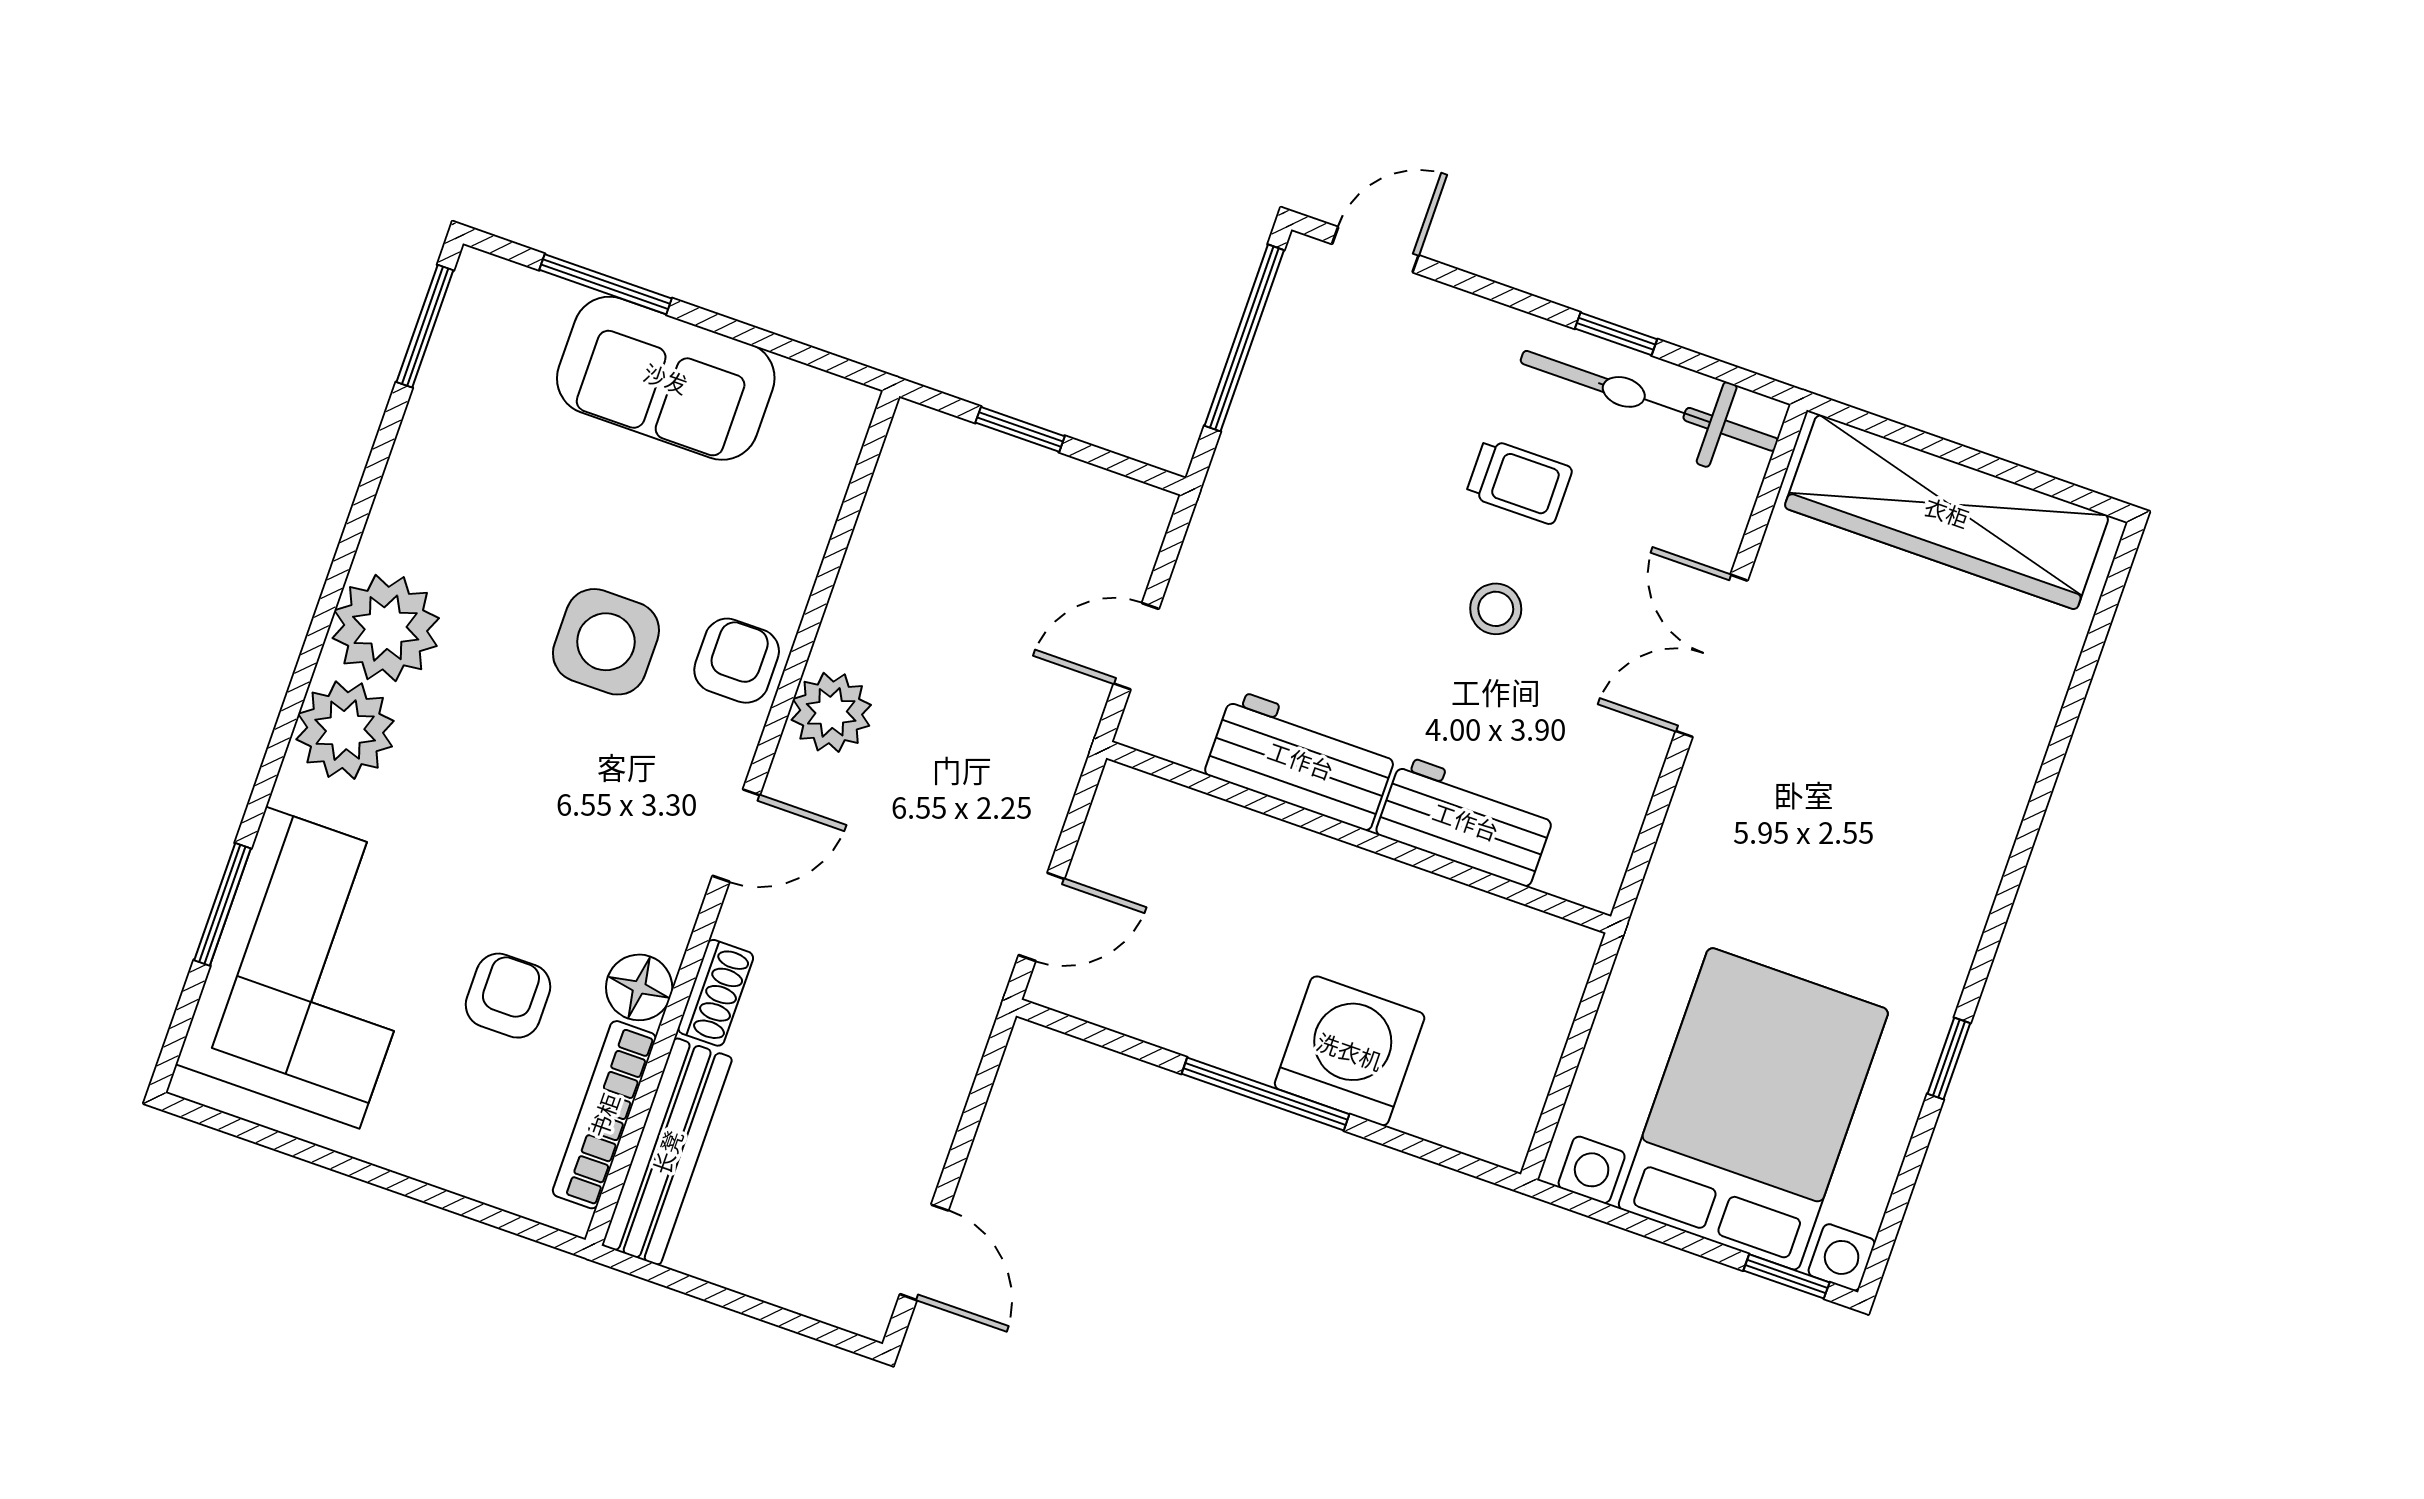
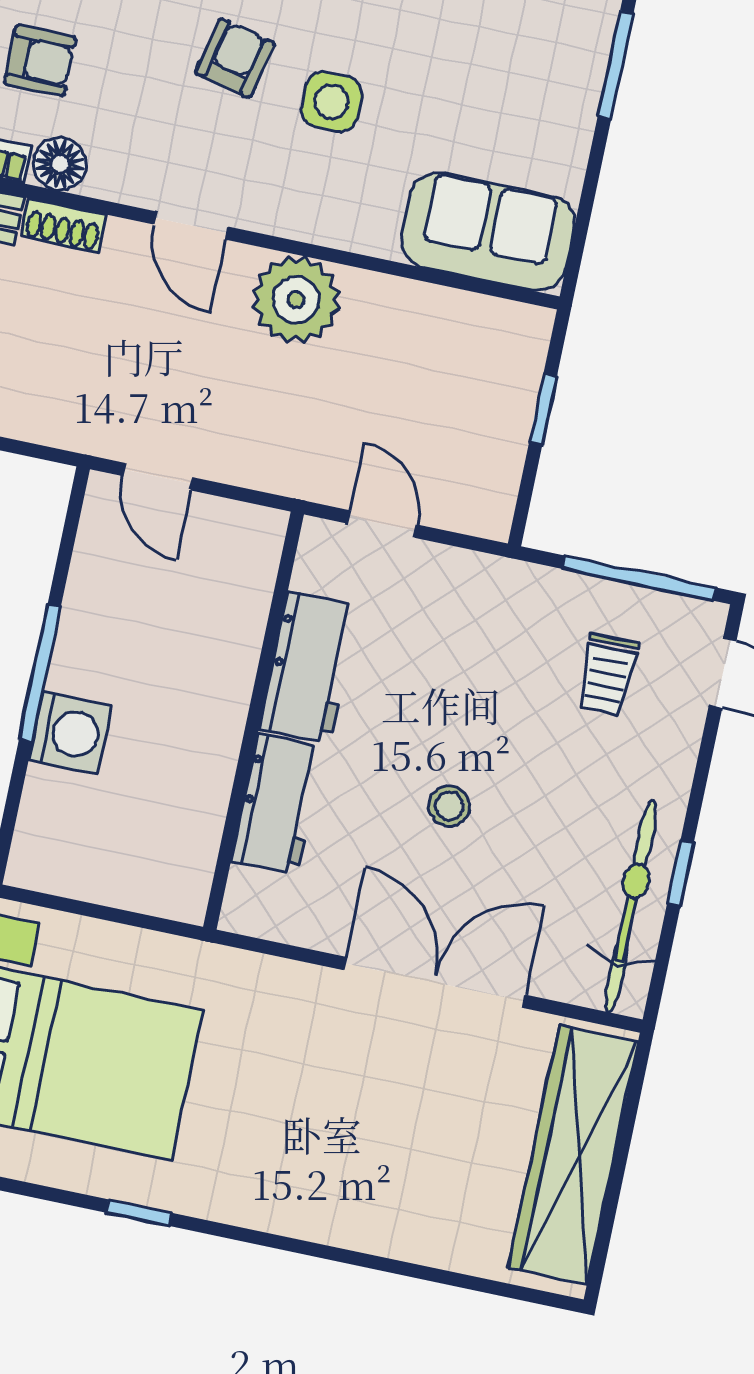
sofa: (666, 378) -> (488, 232), moved, turned 90
trolley: (1519, 481) -> (607, 675), moved
side table: (606, 642) -> (331, 102), width x0.73, depth x0.73
double door: (1712, 656) -> (434, 982), width x1.37
armchair: (737, 661) -> (235, 58), moved, turned -77
plant: (831, 712) -> (296, 300), width x1.36, depth x1.36
washing machine: (1350, 1051) -> (70, 733), width x0.73, depth x0.73

